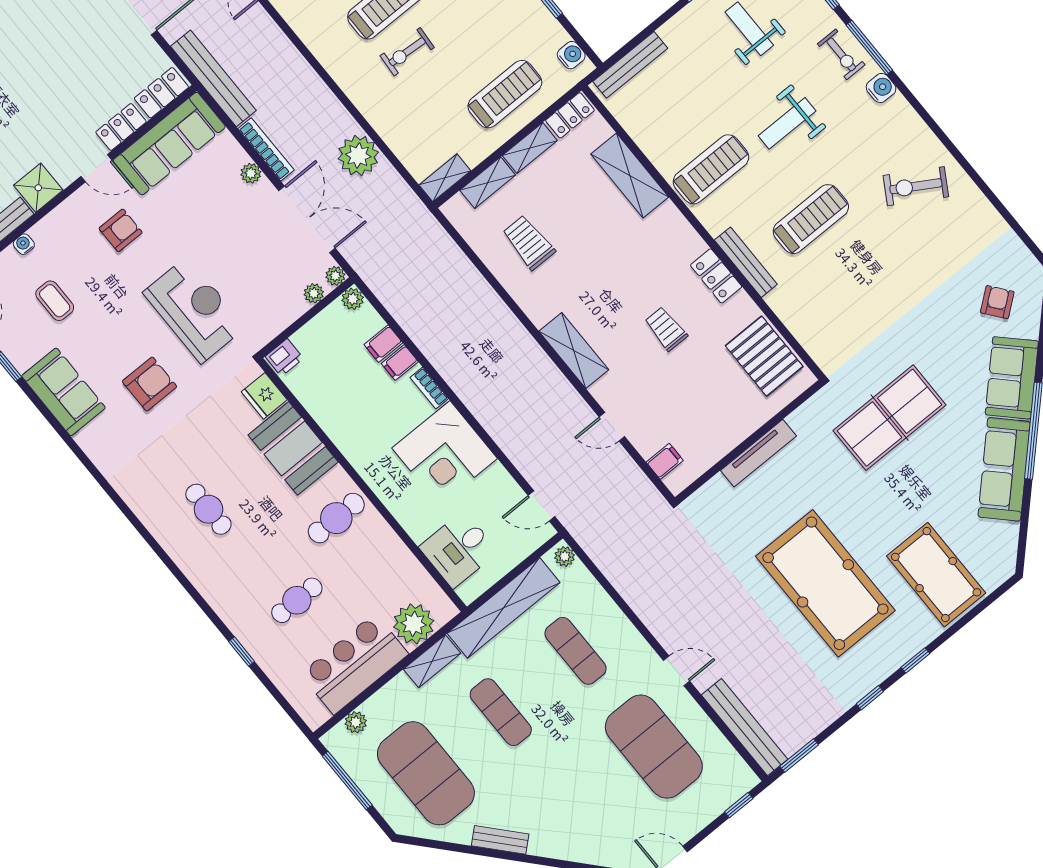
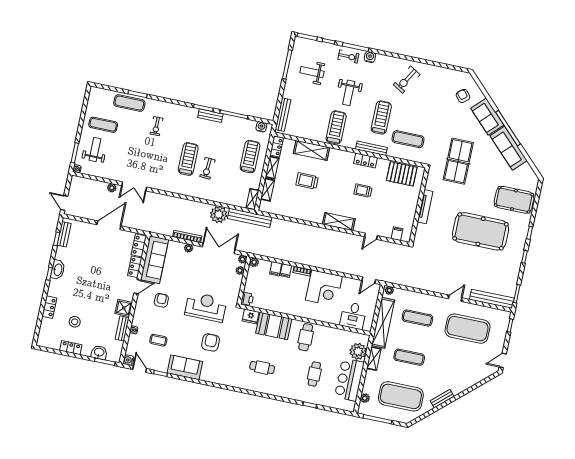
bench: (213, 78) -> (250, 218), moved
trolley: (529, 242) -> (307, 181), moved
exercise mat: (828, 300) -> (408, 139), added

